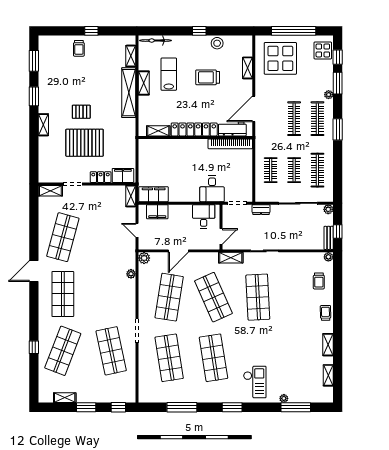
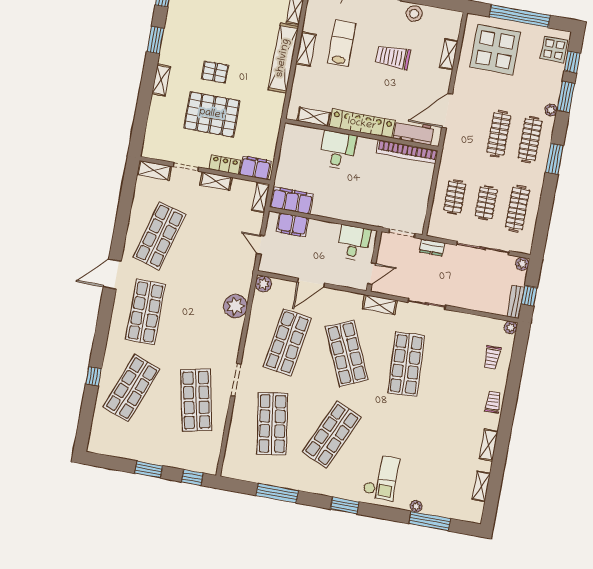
desk: (212, 189) -> (338, 150), moved, turned 180
plant: (131, 274) -> (236, 306), width x1.88, depth x1.88
shop shelf: (213, 358) -> (332, 435), turned 33
shelving: (65, 398) -> (216, 181), moved

